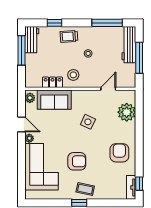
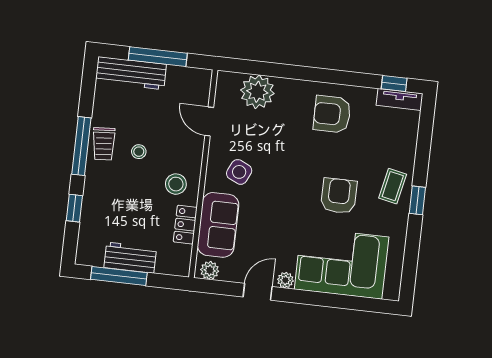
window: (107, 23) -> (81, 146), moved
trolley: (69, 36) -> (104, 144), moved
workbench: (32, 40) -> (130, 258), moved
side table: (88, 122) -> (239, 172), moved

